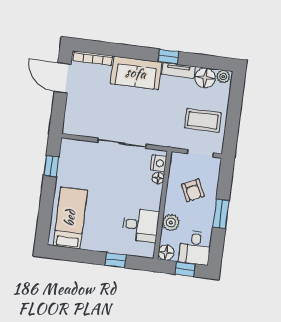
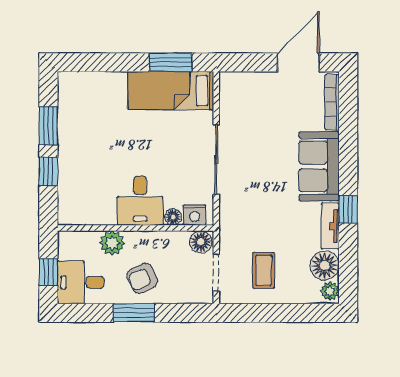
coffee table: (203, 120) -> (264, 270), width x0.73, depth x0.77
window: (51, 166) -> (171, 62), width x1.50
armchair: (193, 190) -> (142, 278), moved
bed: (70, 218) -> (171, 91), moved, turned 180
desk: (141, 225) -> (140, 201), moved
floor lamp: (166, 253) -> (201, 242), moved
window: (84, 256) -> (48, 126), added

